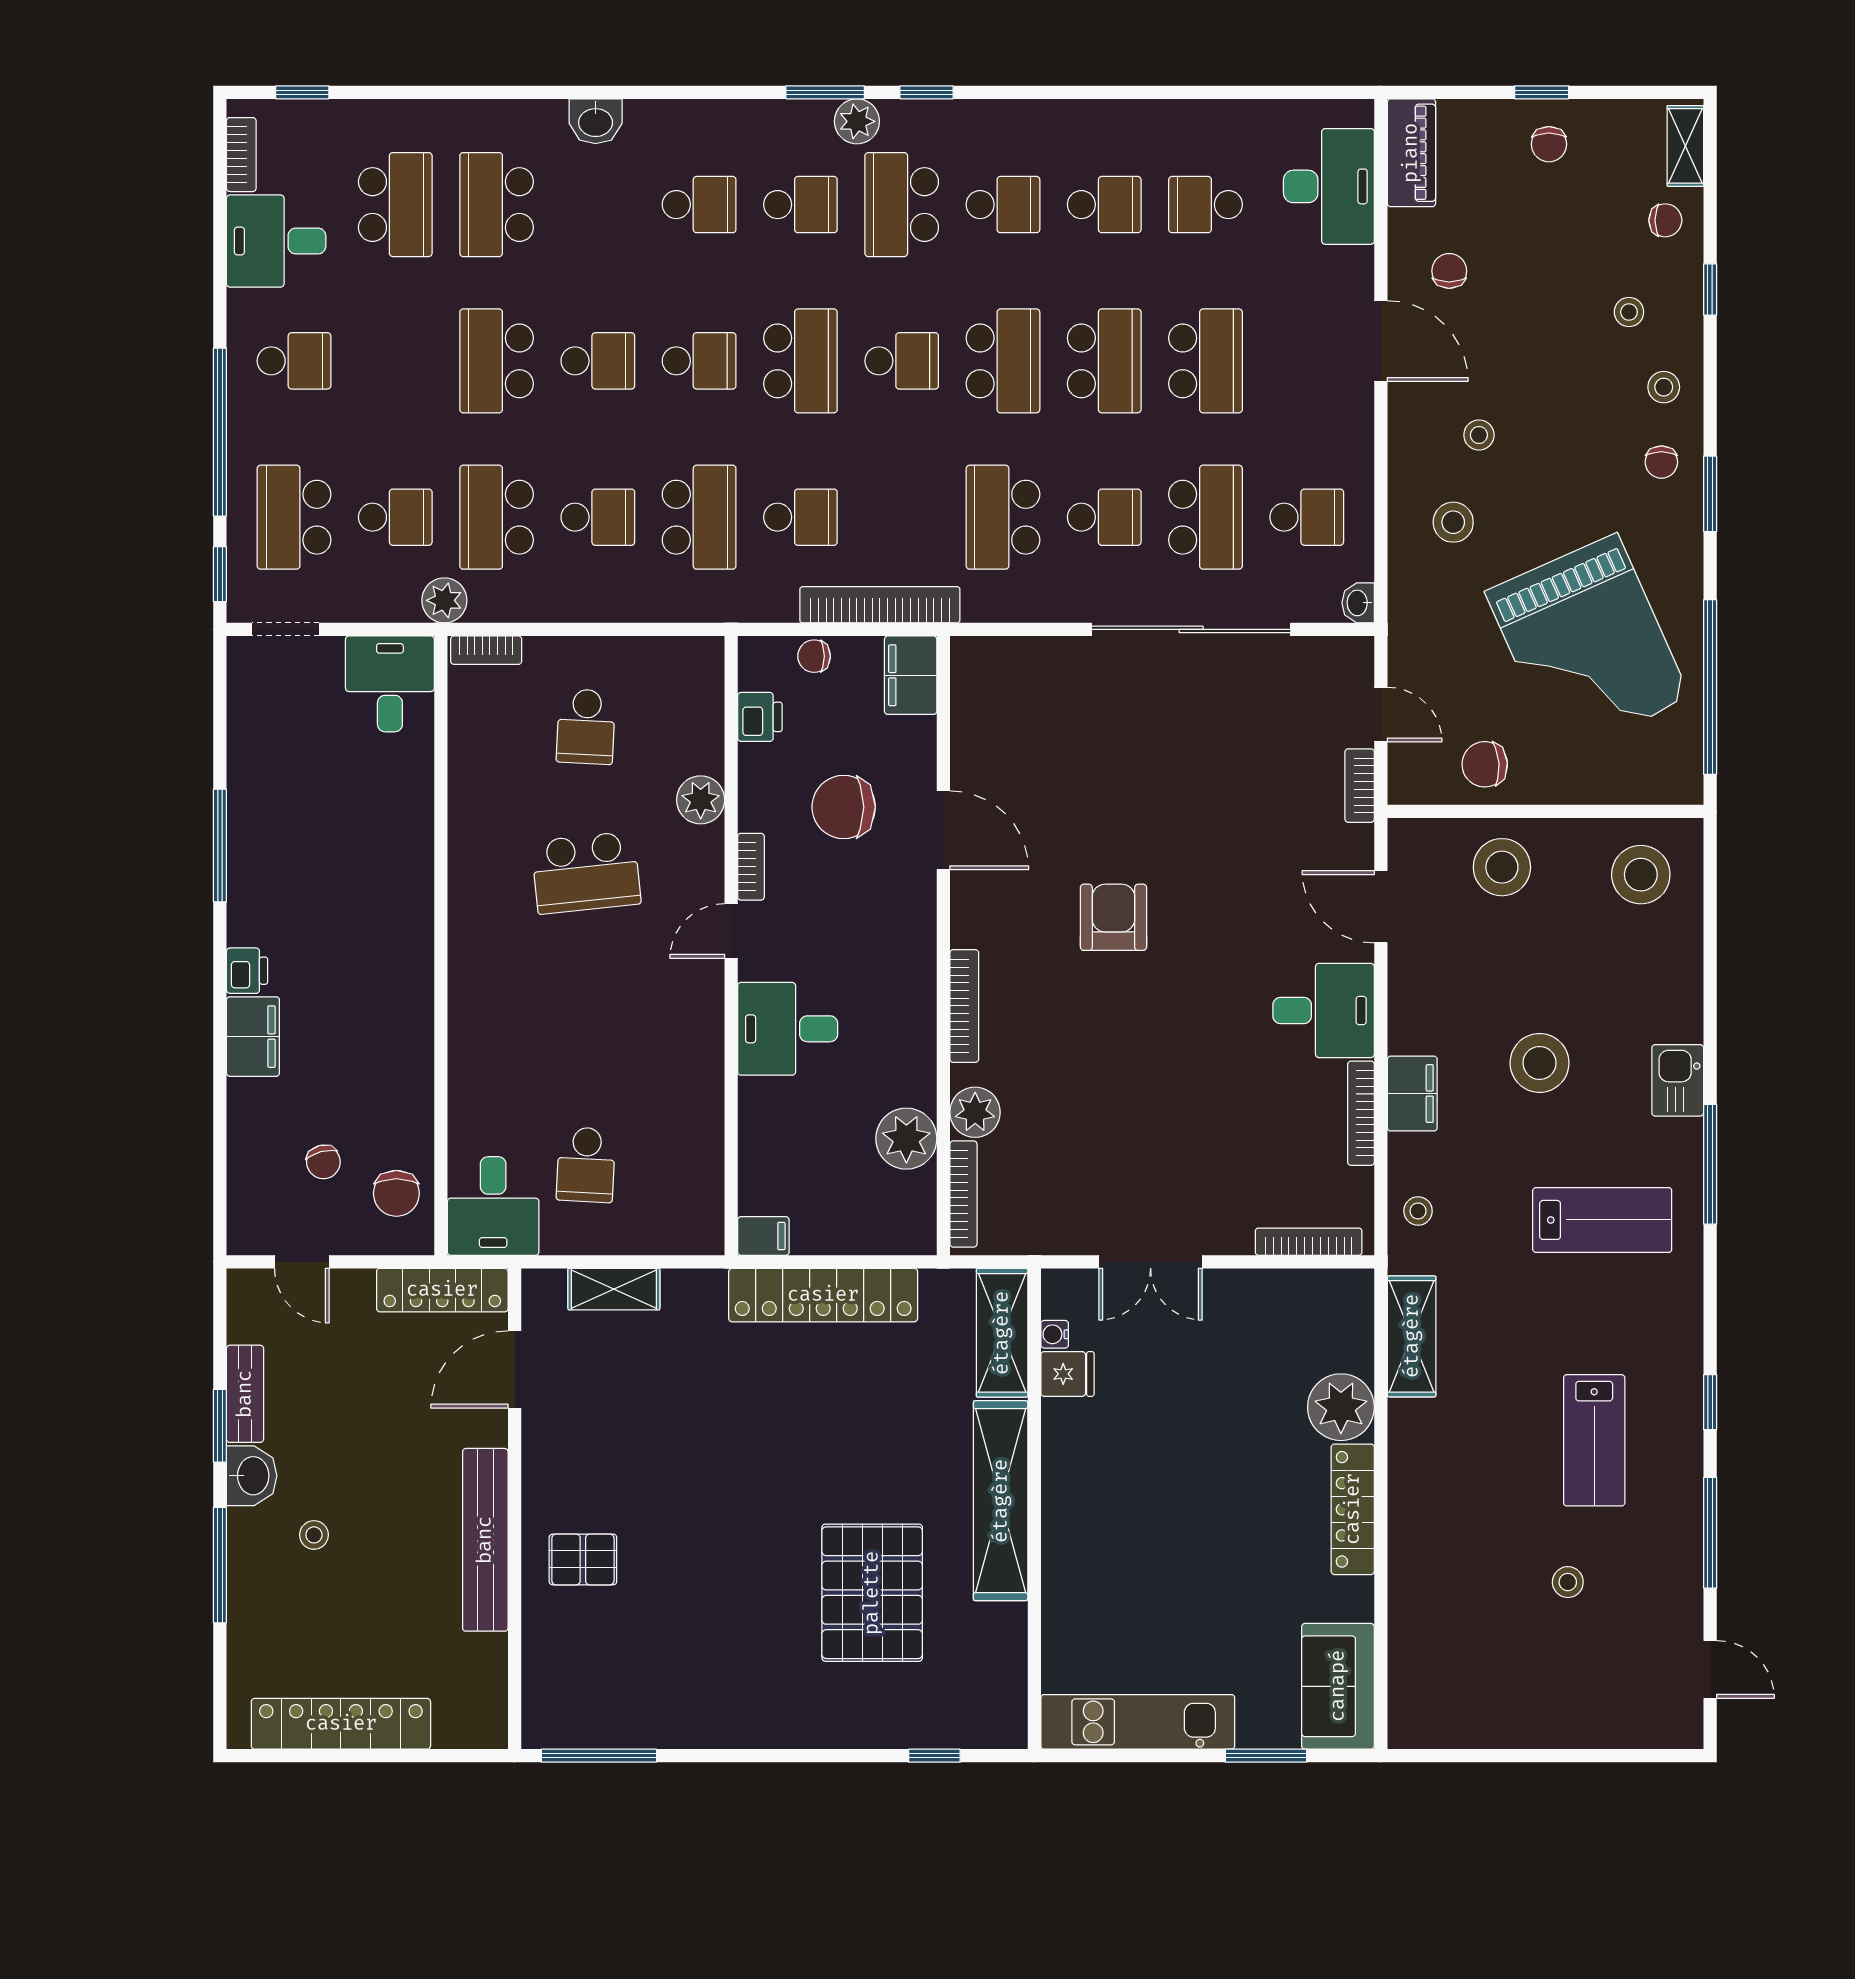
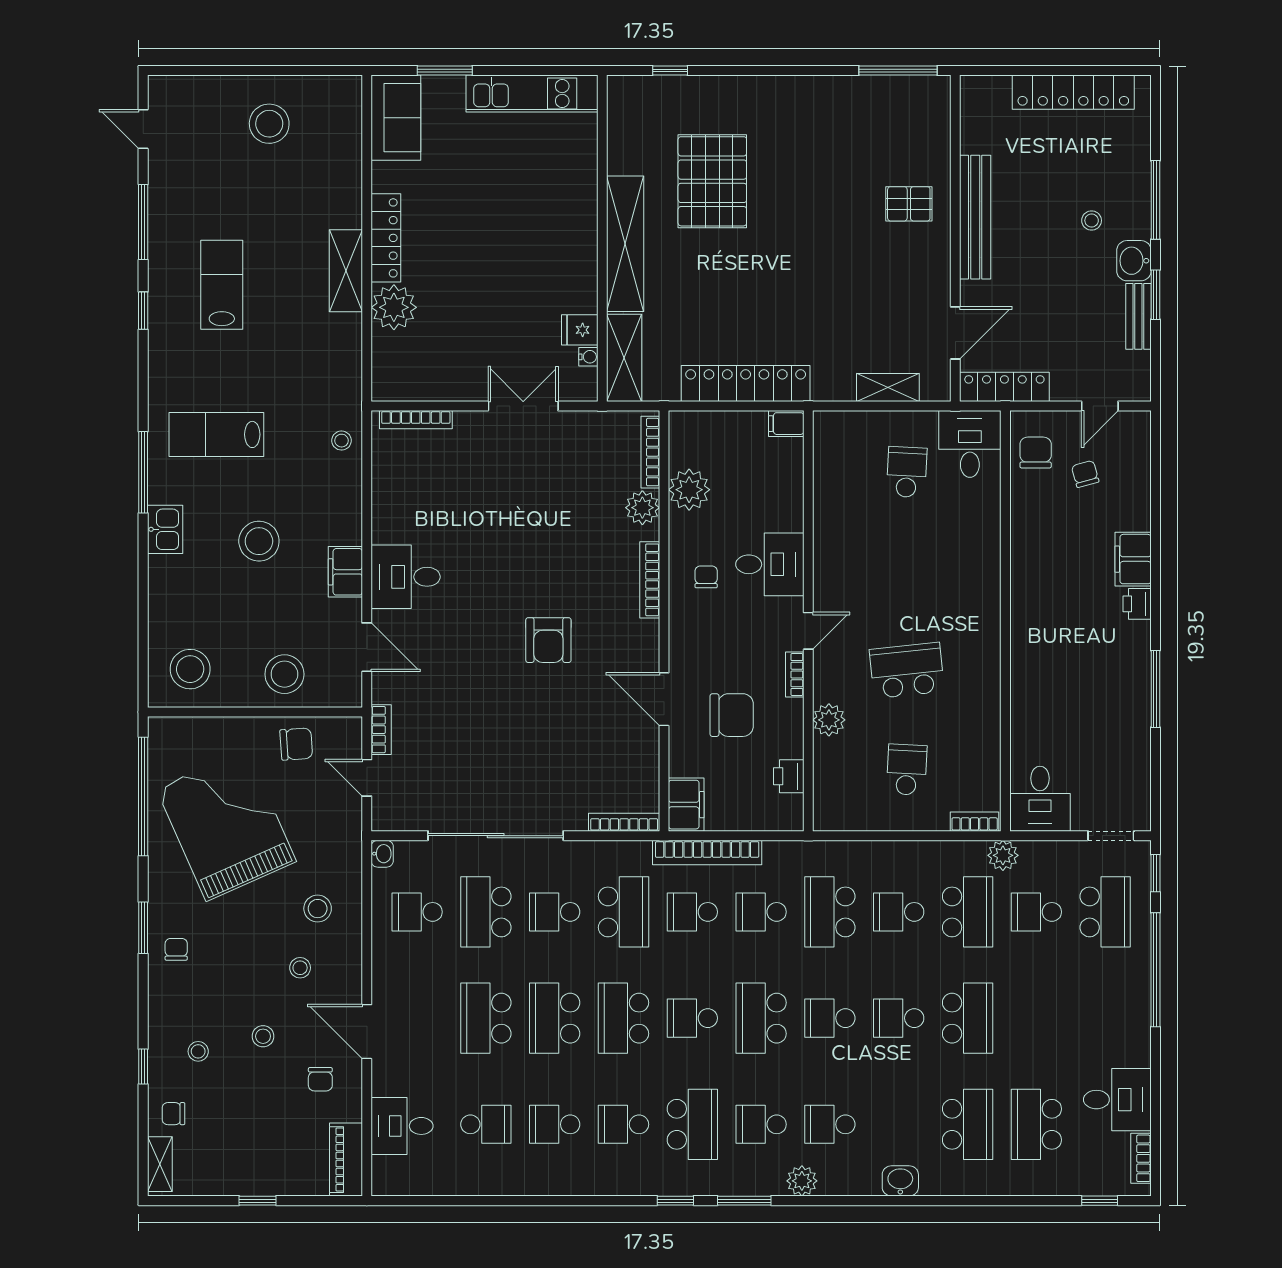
plant: (857, 121) -> (802, 1181), moved
chair: (1549, 144) -> (253, 1165), removed
desk: (1329, 186) -> (402, 1126), width x0.73
school desk: (294, 361) -> (692, 912), moved
stool: (1664, 387) -> (263, 1036), moved
chair: (814, 656) -> (706, 577), moved, turned -90
filing cabinet: (1412, 1094) -> (345, 572), moved
bookcase: (1361, 1113) -> (624, 822), moved, turned -90
door: (302, 1262) -> (1100, 406), swing flipped
shelving: (1412, 1336) -> (346, 271), moved
stool: (1568, 1582) -> (269, 124), moved, width x1.89, depth x1.89

